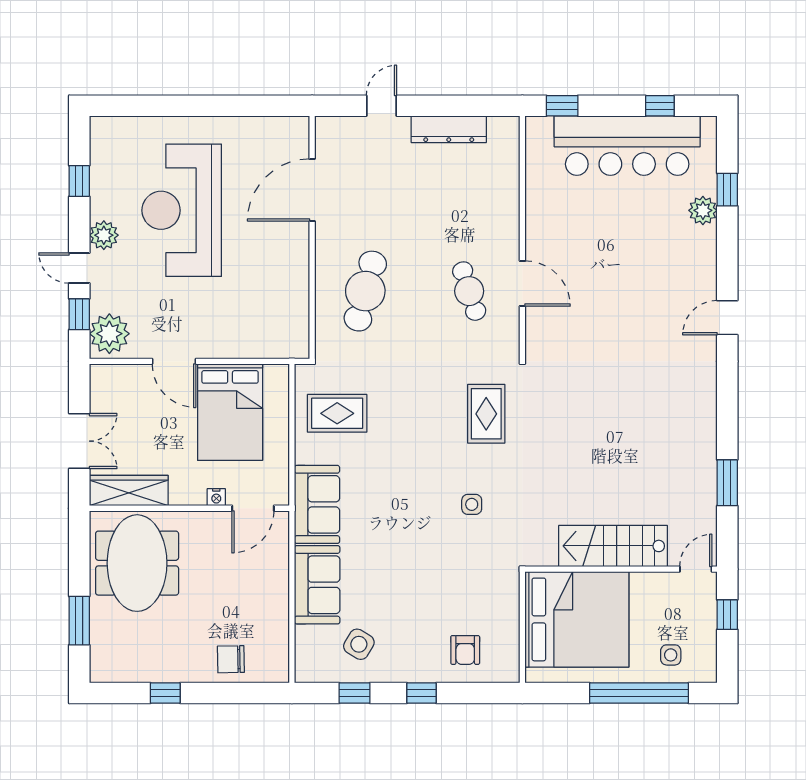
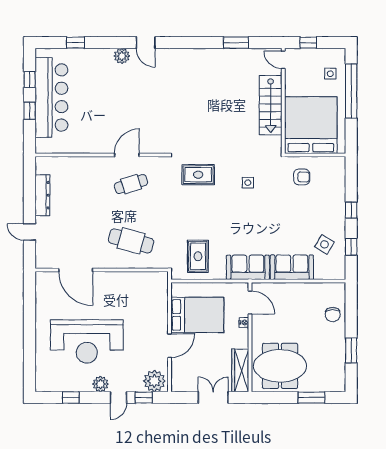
window: (562, 106) -> (30, 111), moved
plant: (703, 210) -> (122, 56), moved
armchair: (465, 650) -> (302, 177), moved
window: (165, 693) -> (351, 350), width x1.50

